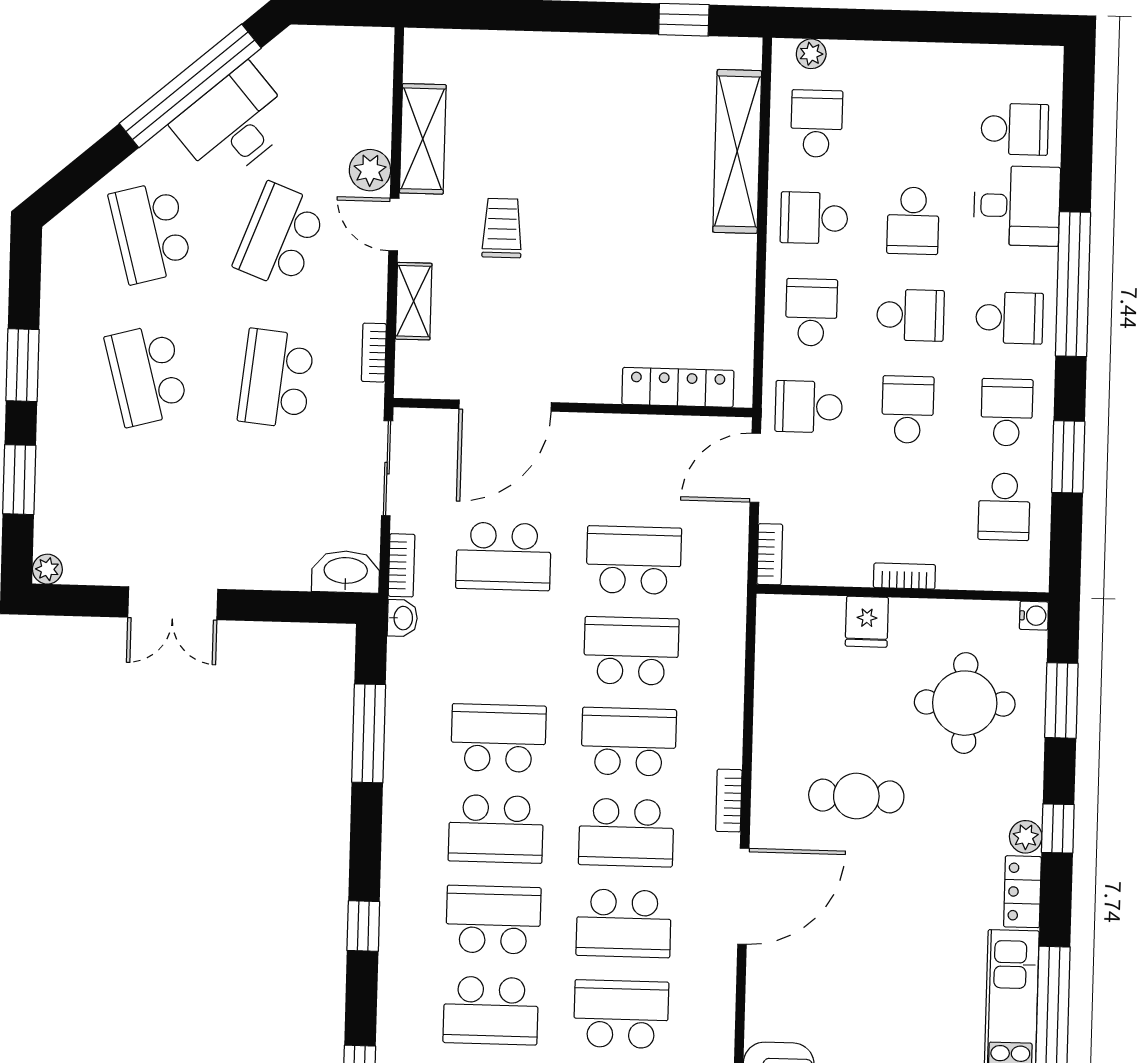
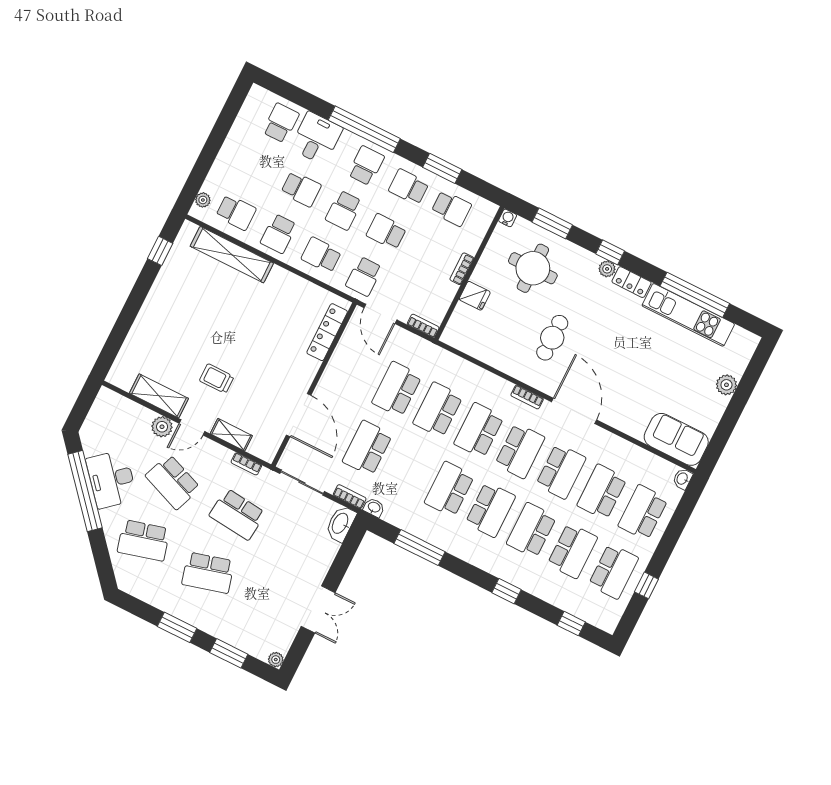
school desk: (817, 124) -> (236, 212), turned 180
school desk: (910, 315) -> (344, 210), turned 180
school desk: (504, 556) -> (367, 448), turned 180

